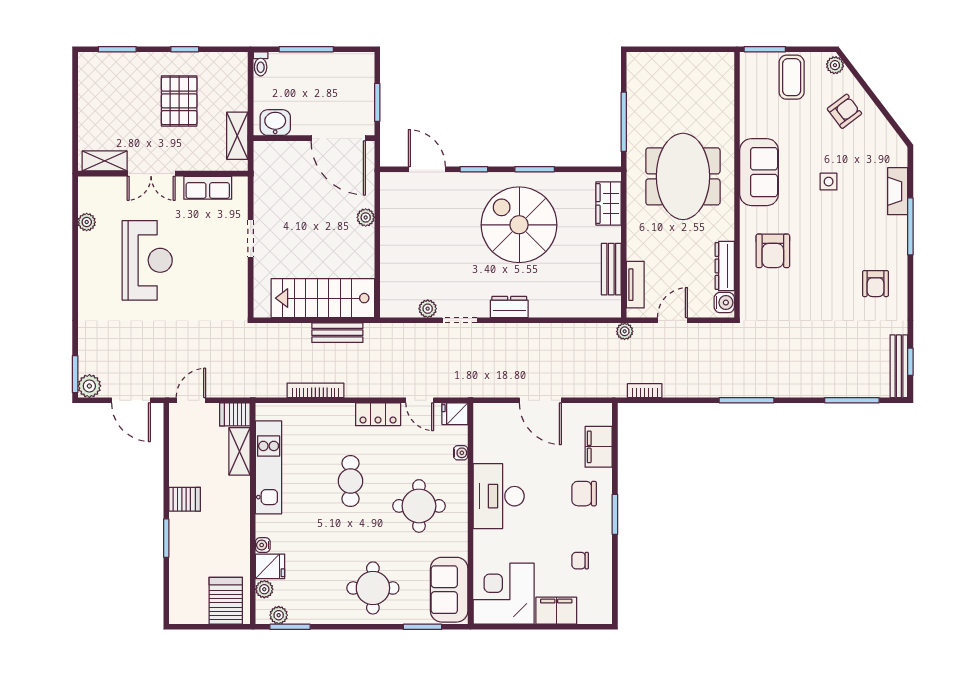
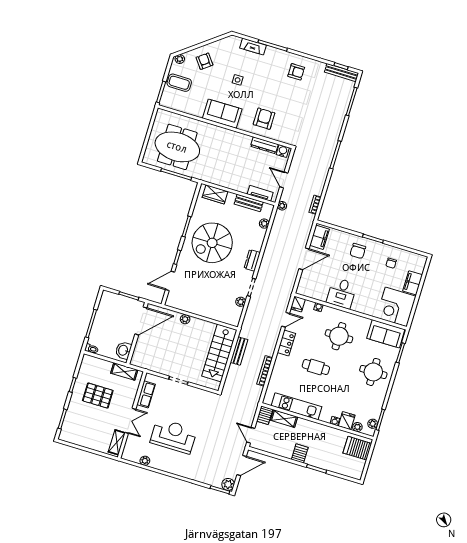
meeting table: (683, 176) -> (177, 147), moved
armchair: (773, 251) -> (264, 119), turned -90
plant: (582, 309) -> (264, 224), added
filing cabinet: (599, 447) -> (319, 237), moved, turned -90
desk: (499, 496) -> (342, 293), width x0.73

